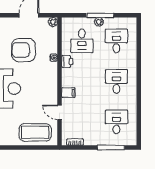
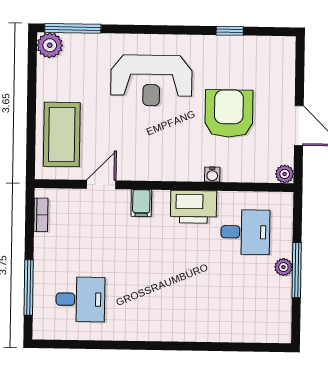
desk: (82, 41) -> (245, 232), turned 180
desk: (116, 41) -> (244, 302), removed
printer: (67, 61) -> (193, 207), width x1.87, depth x1.48
desk: (116, 81) -> (162, 301), removed

